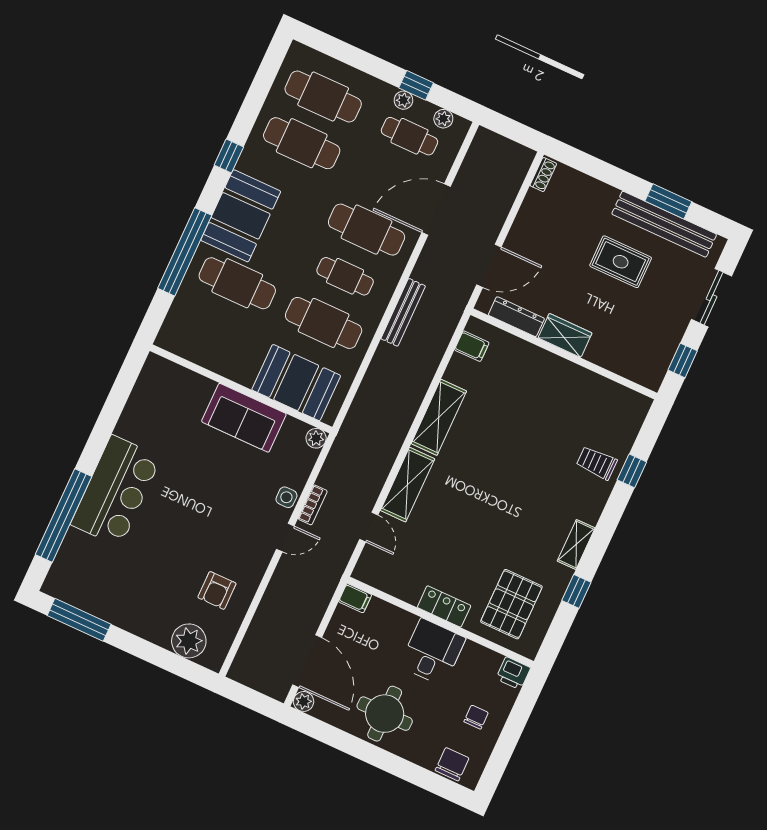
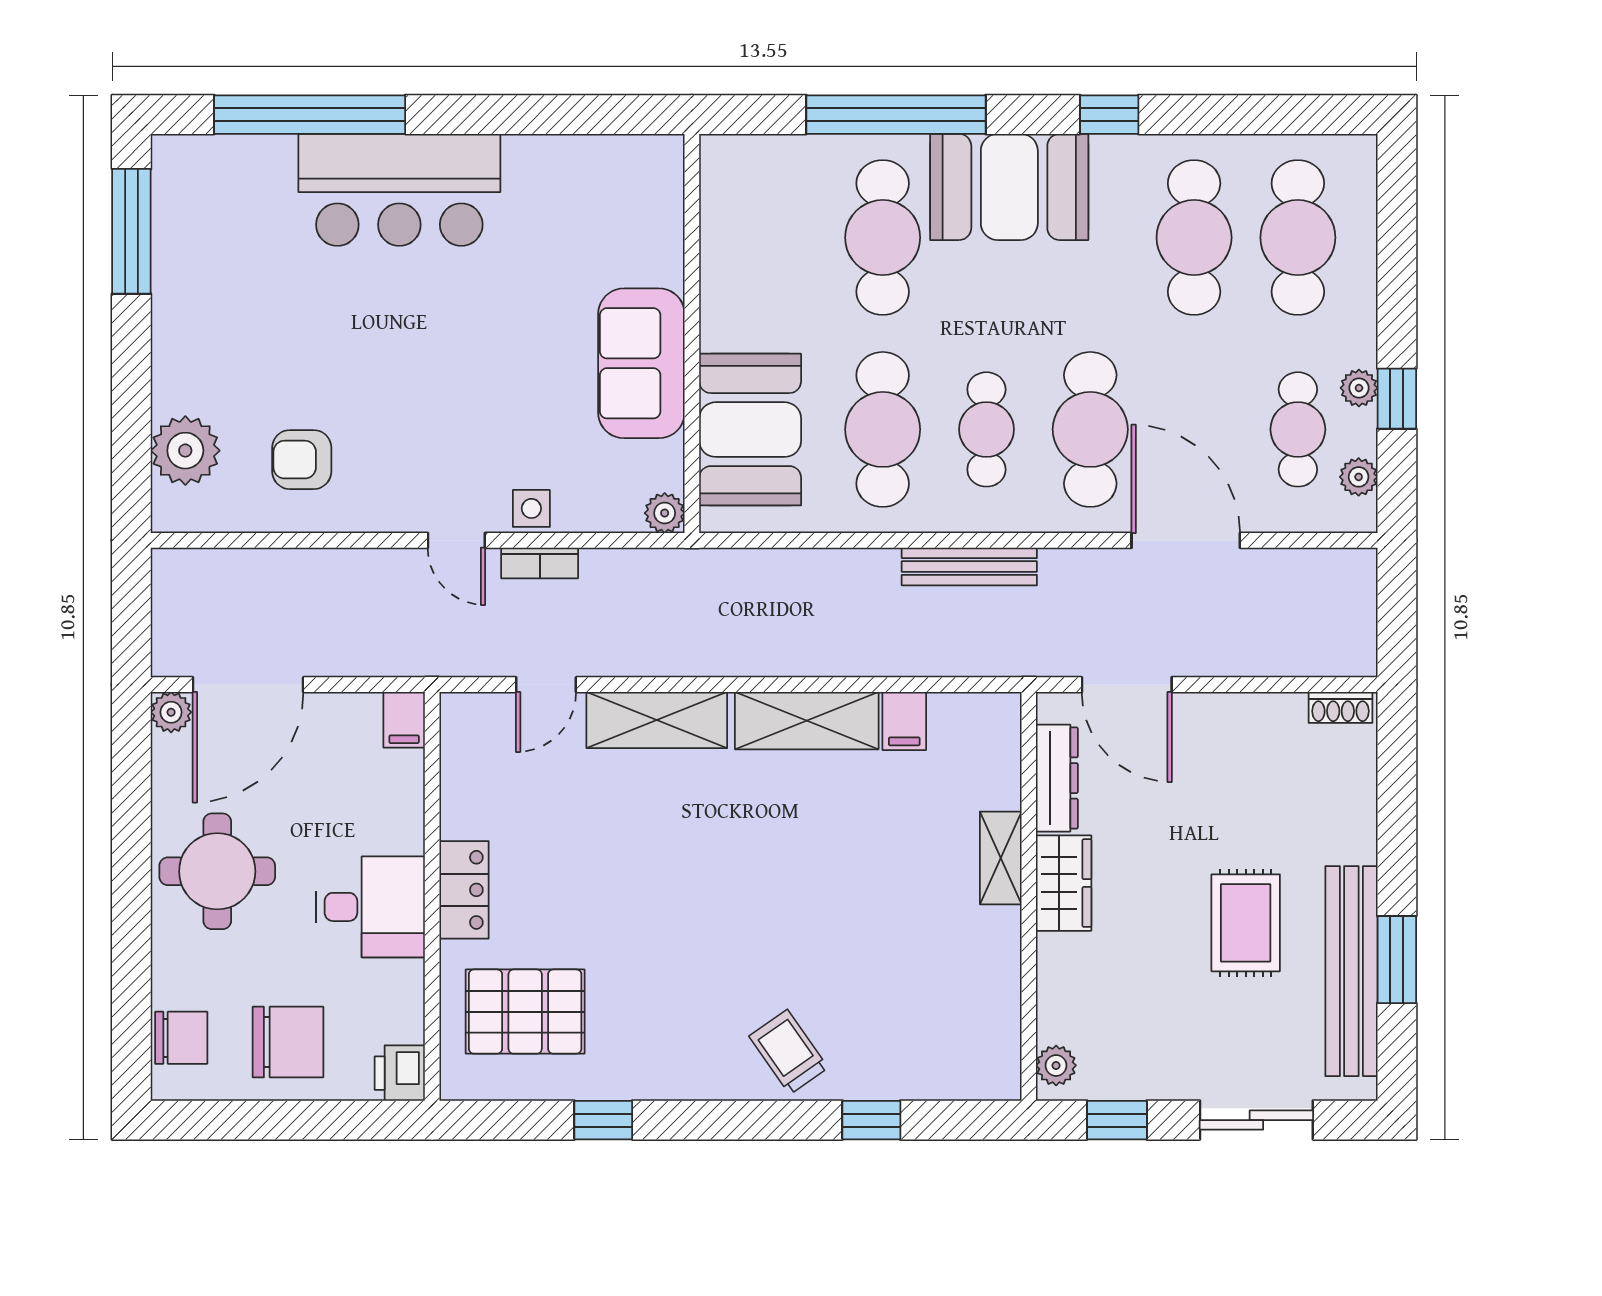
filing cabinet: (472, 346) -> (904, 721), moved
plant: (645, 377) -> (1056, 1065), added
trolley: (597, 463) -> (789, 1052), moved, turned -35
shelving: (576, 545) -> (1001, 858), moved, turned 90
chair: (476, 717) -> (288, 1042), width x1.87, depth x1.87

